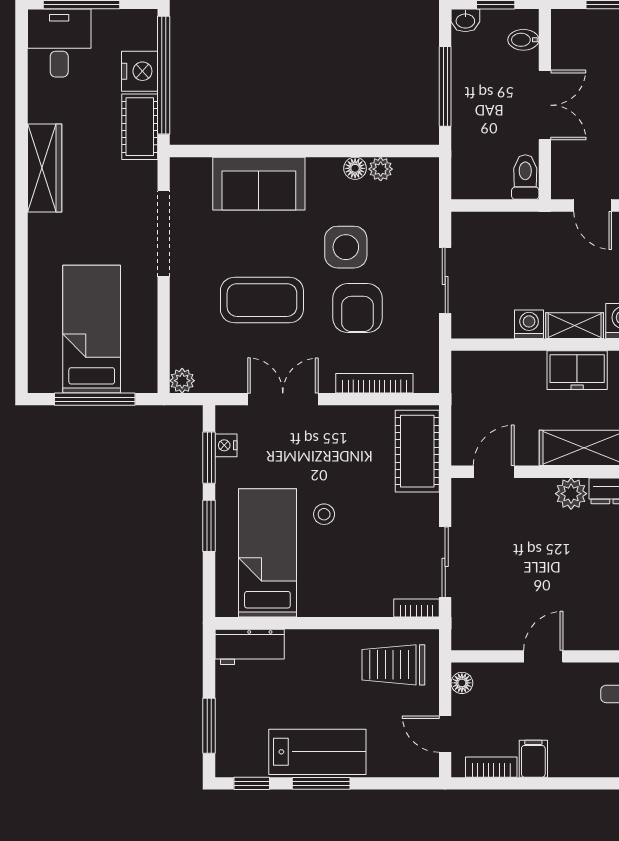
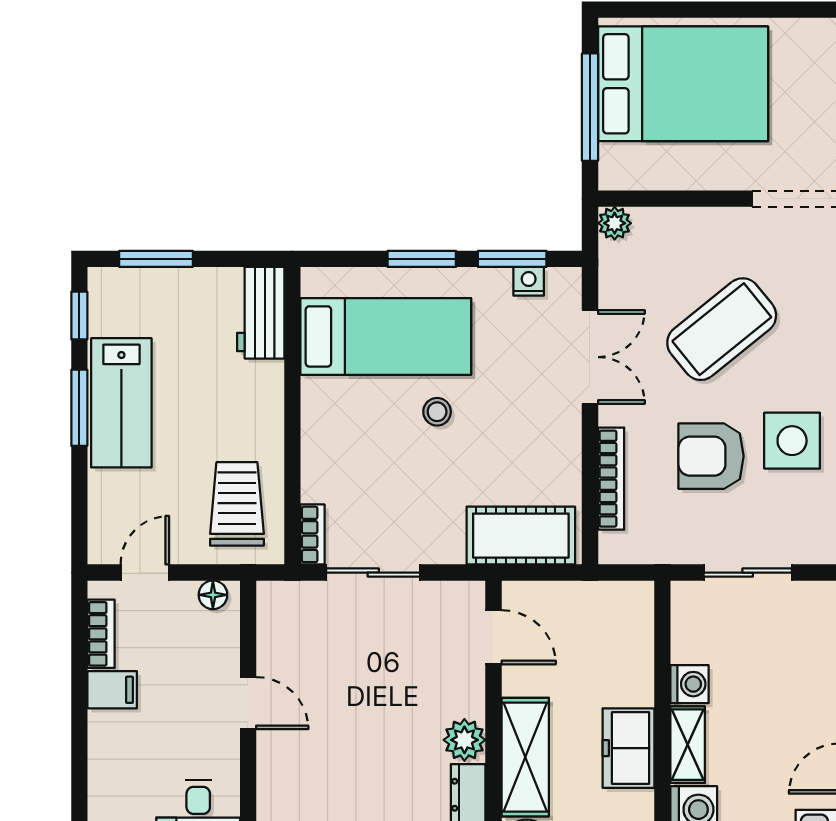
coffee table: (262, 300) -> (722, 329), turned 51
bed: (92, 329) -> (683, 84), width x1.50

